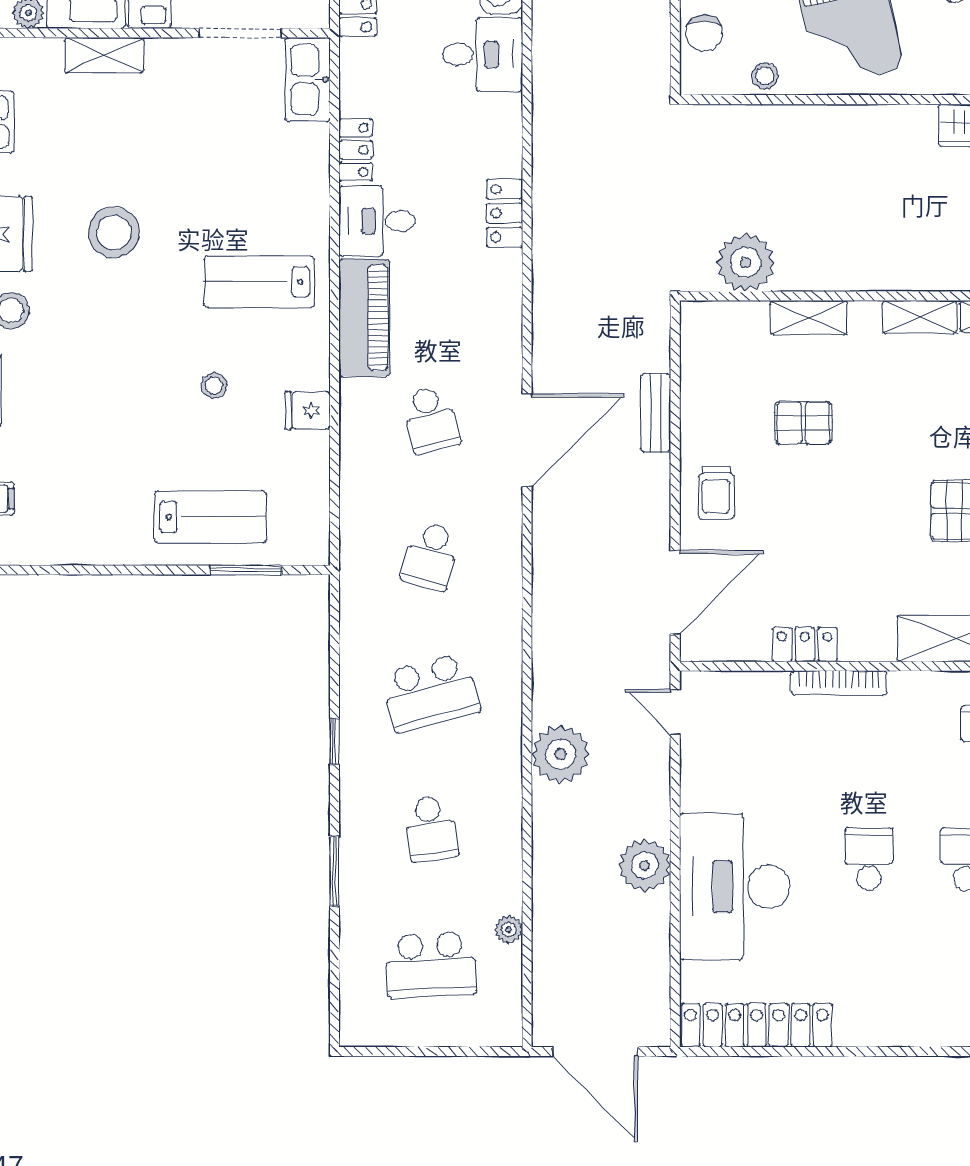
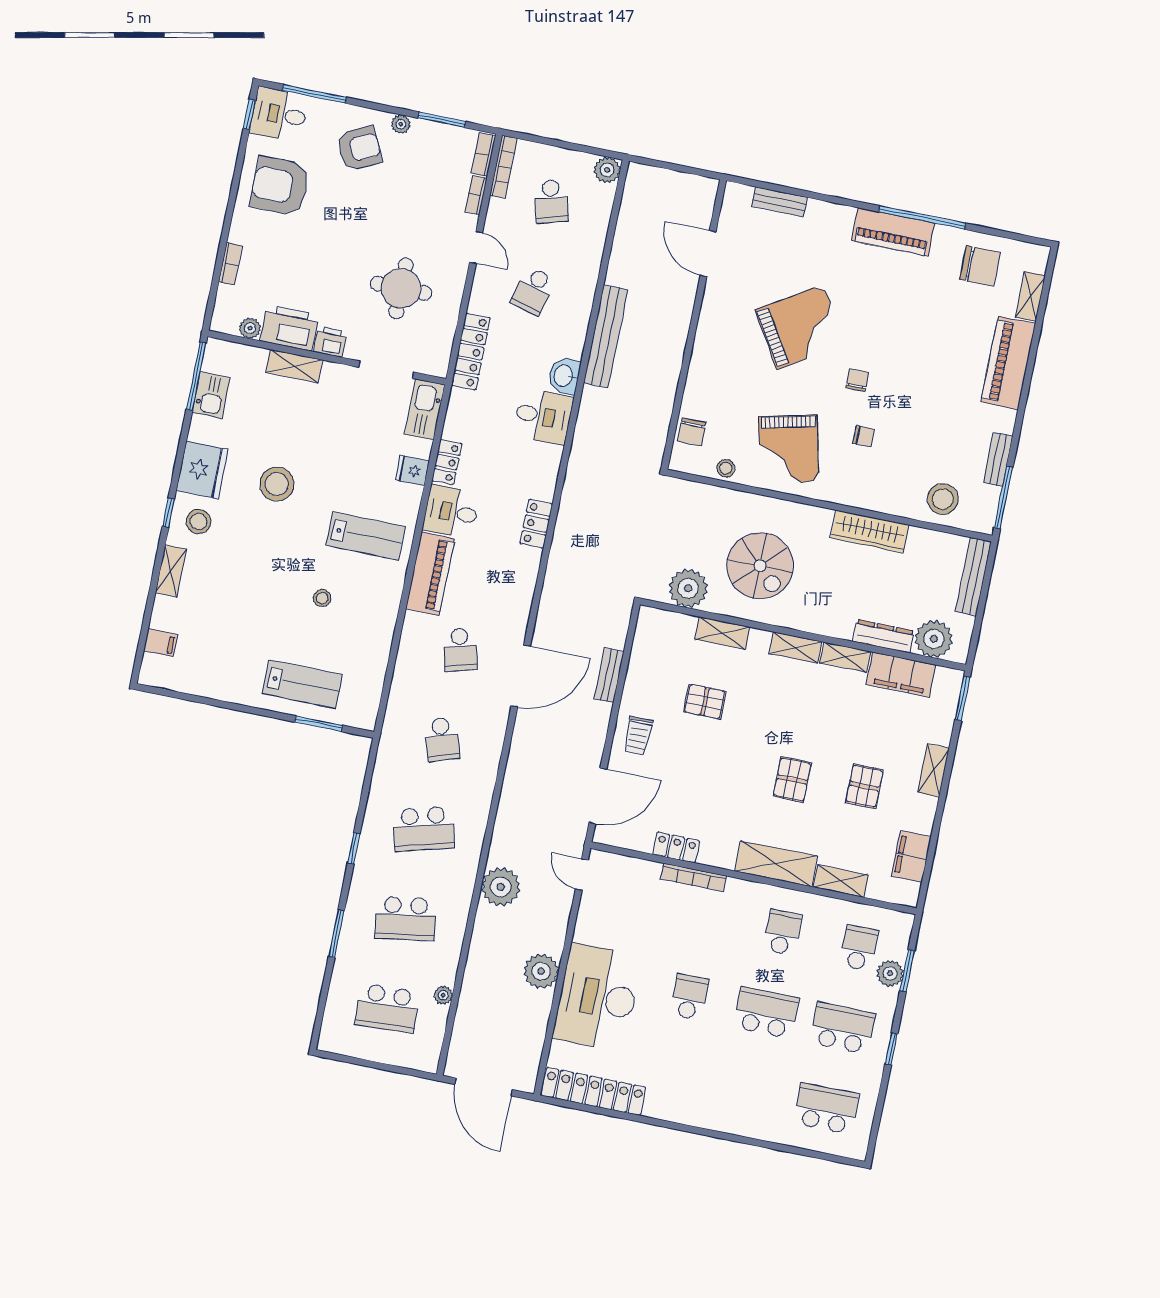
spiral stairs: (844, 208) -> (760, 566), added
lab bench: (259, 282) -> (366, 536), turned 180
fridge: (308, 410) -> (412, 470), moved
school desk: (431, 556) -> (442, 739), turned -33
school desk: (431, 829) -> (405, 919), width x1.85

